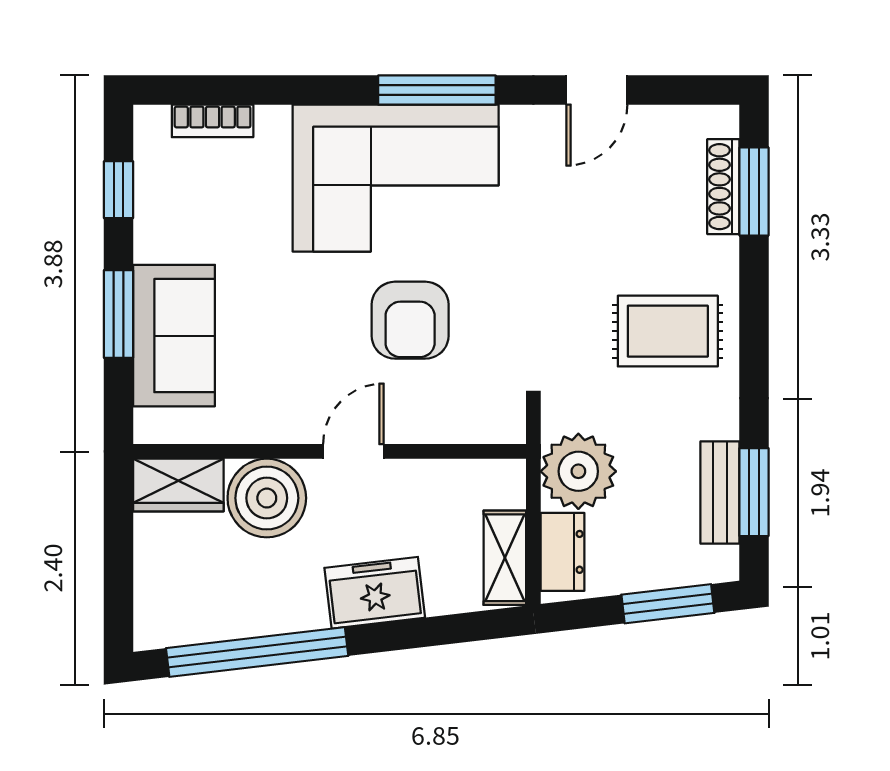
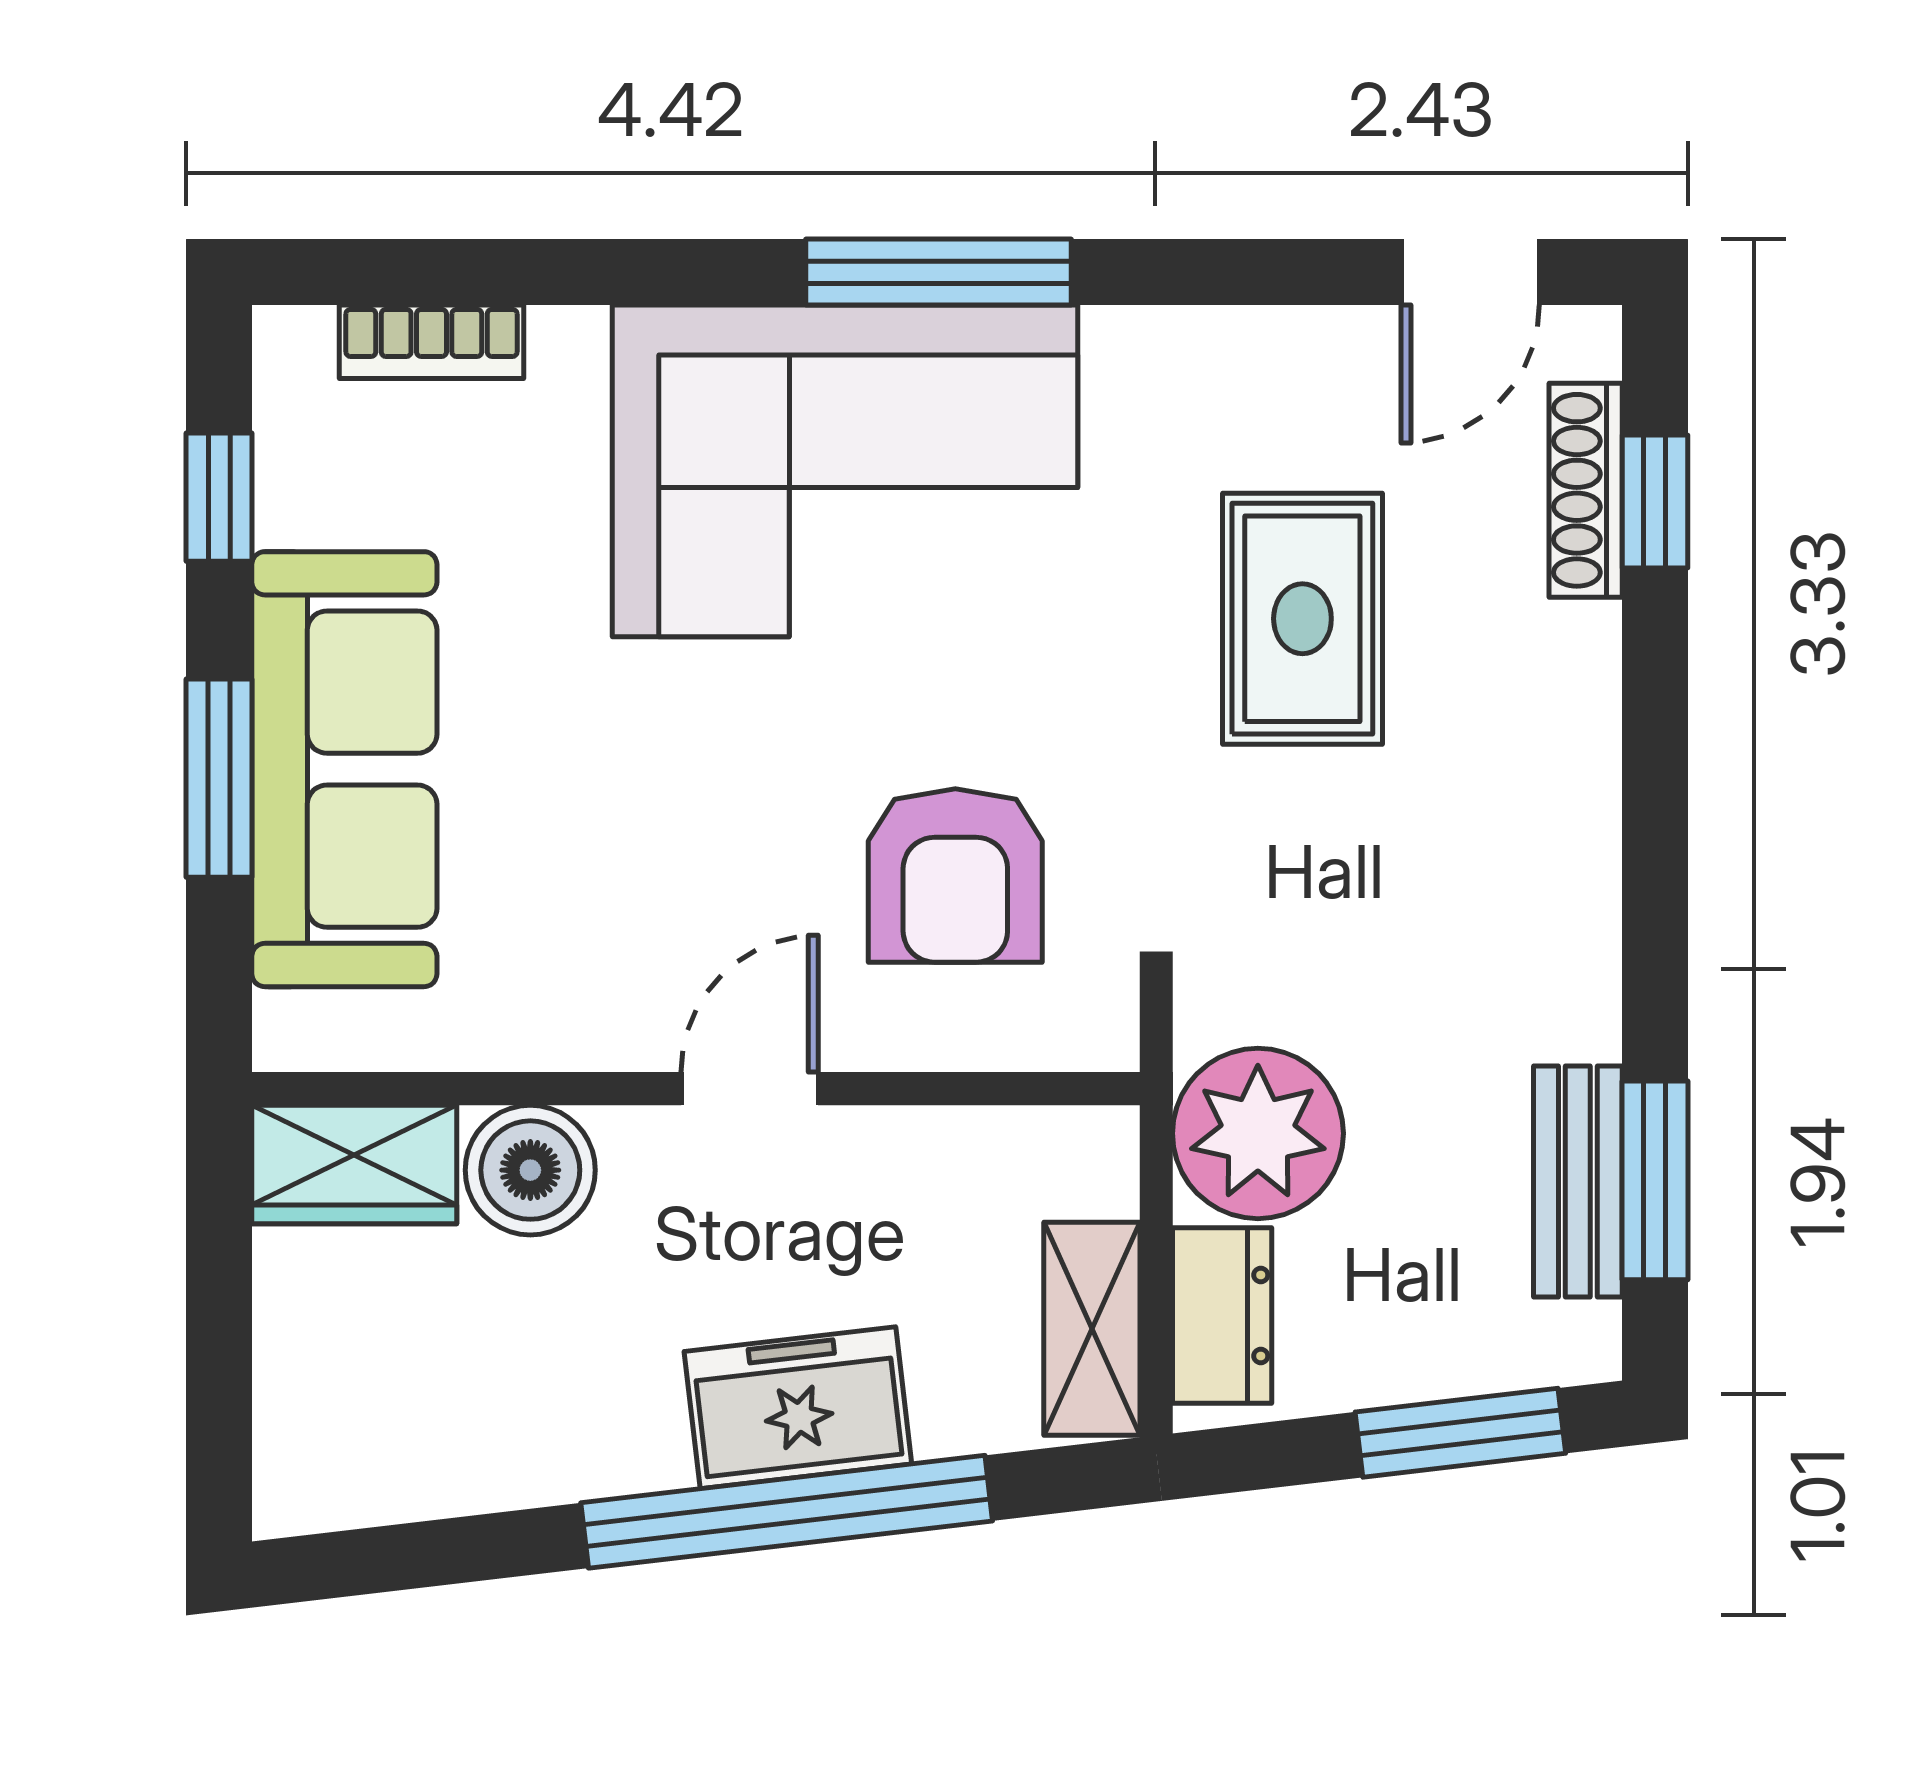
door: (597, 90) -> (1470, 272), moved
window: (754, 192) -> (1655, 501), width x0.67
armchair: (410, 320) -> (955, 875), moved
rug: (668, 331) -> (1302, 619), moved, turned 90
sofa: (174, 336) -> (344, 769), width x1.36
boiler: (267, 498) -> (530, 1170), width x0.73, depth x0.73
window: (257, 652) -> (787, 1512), moved

